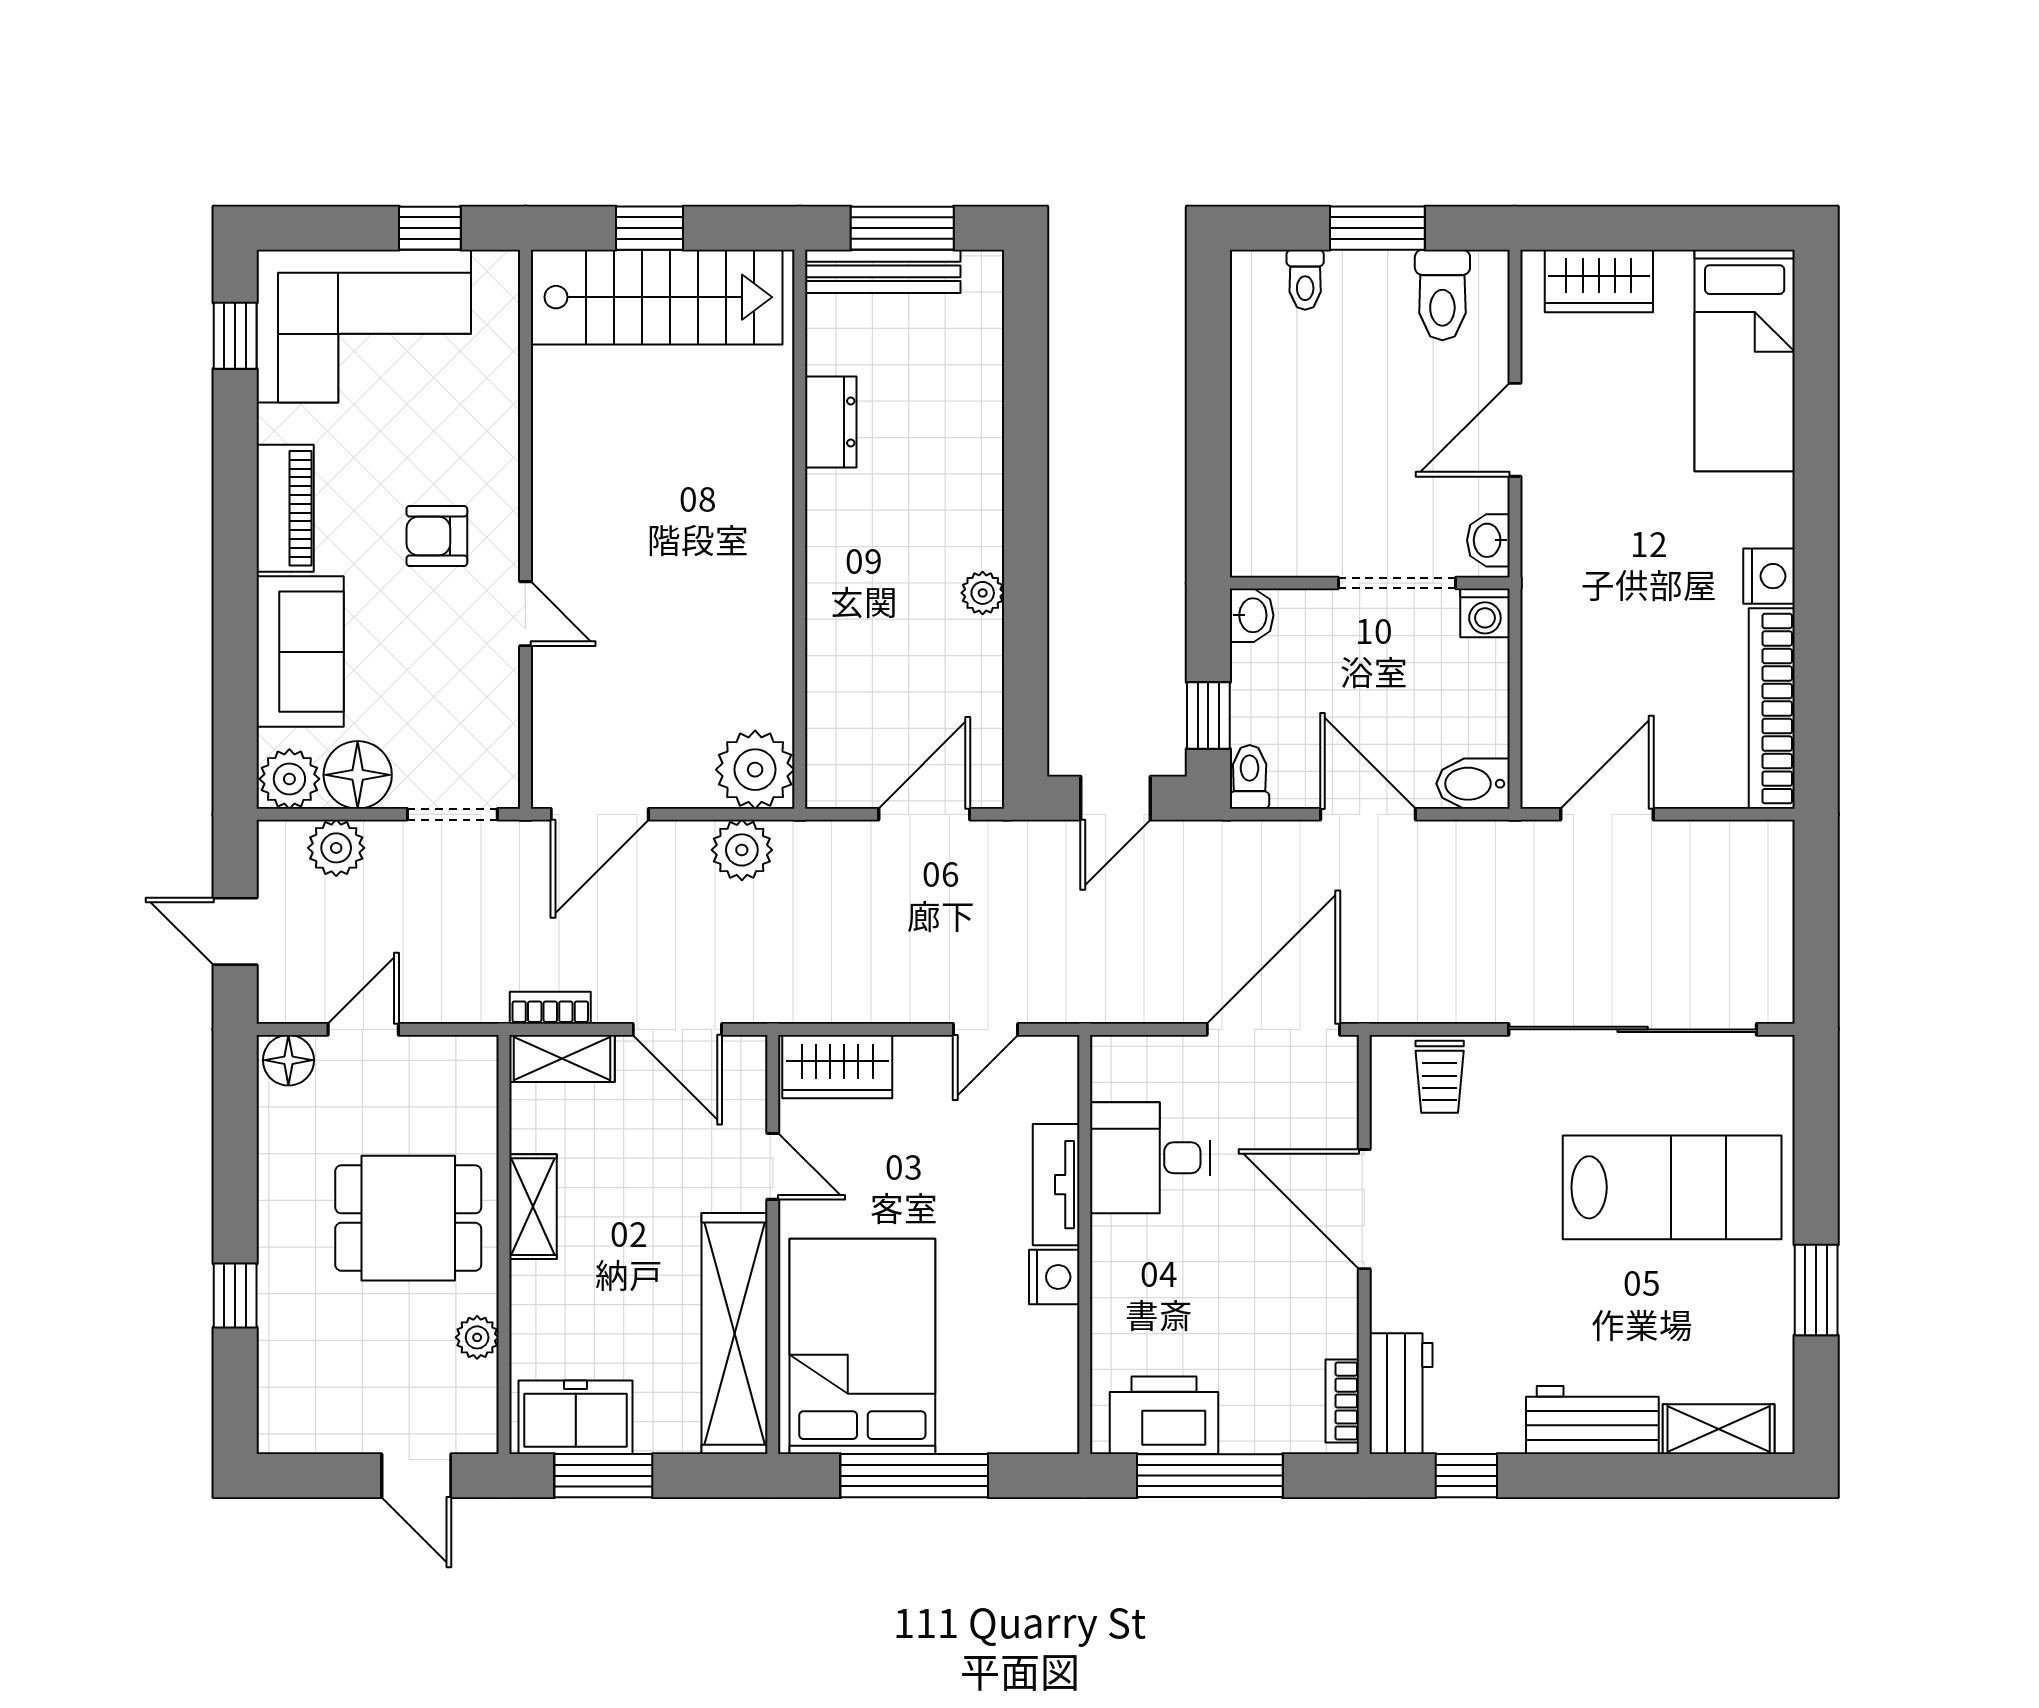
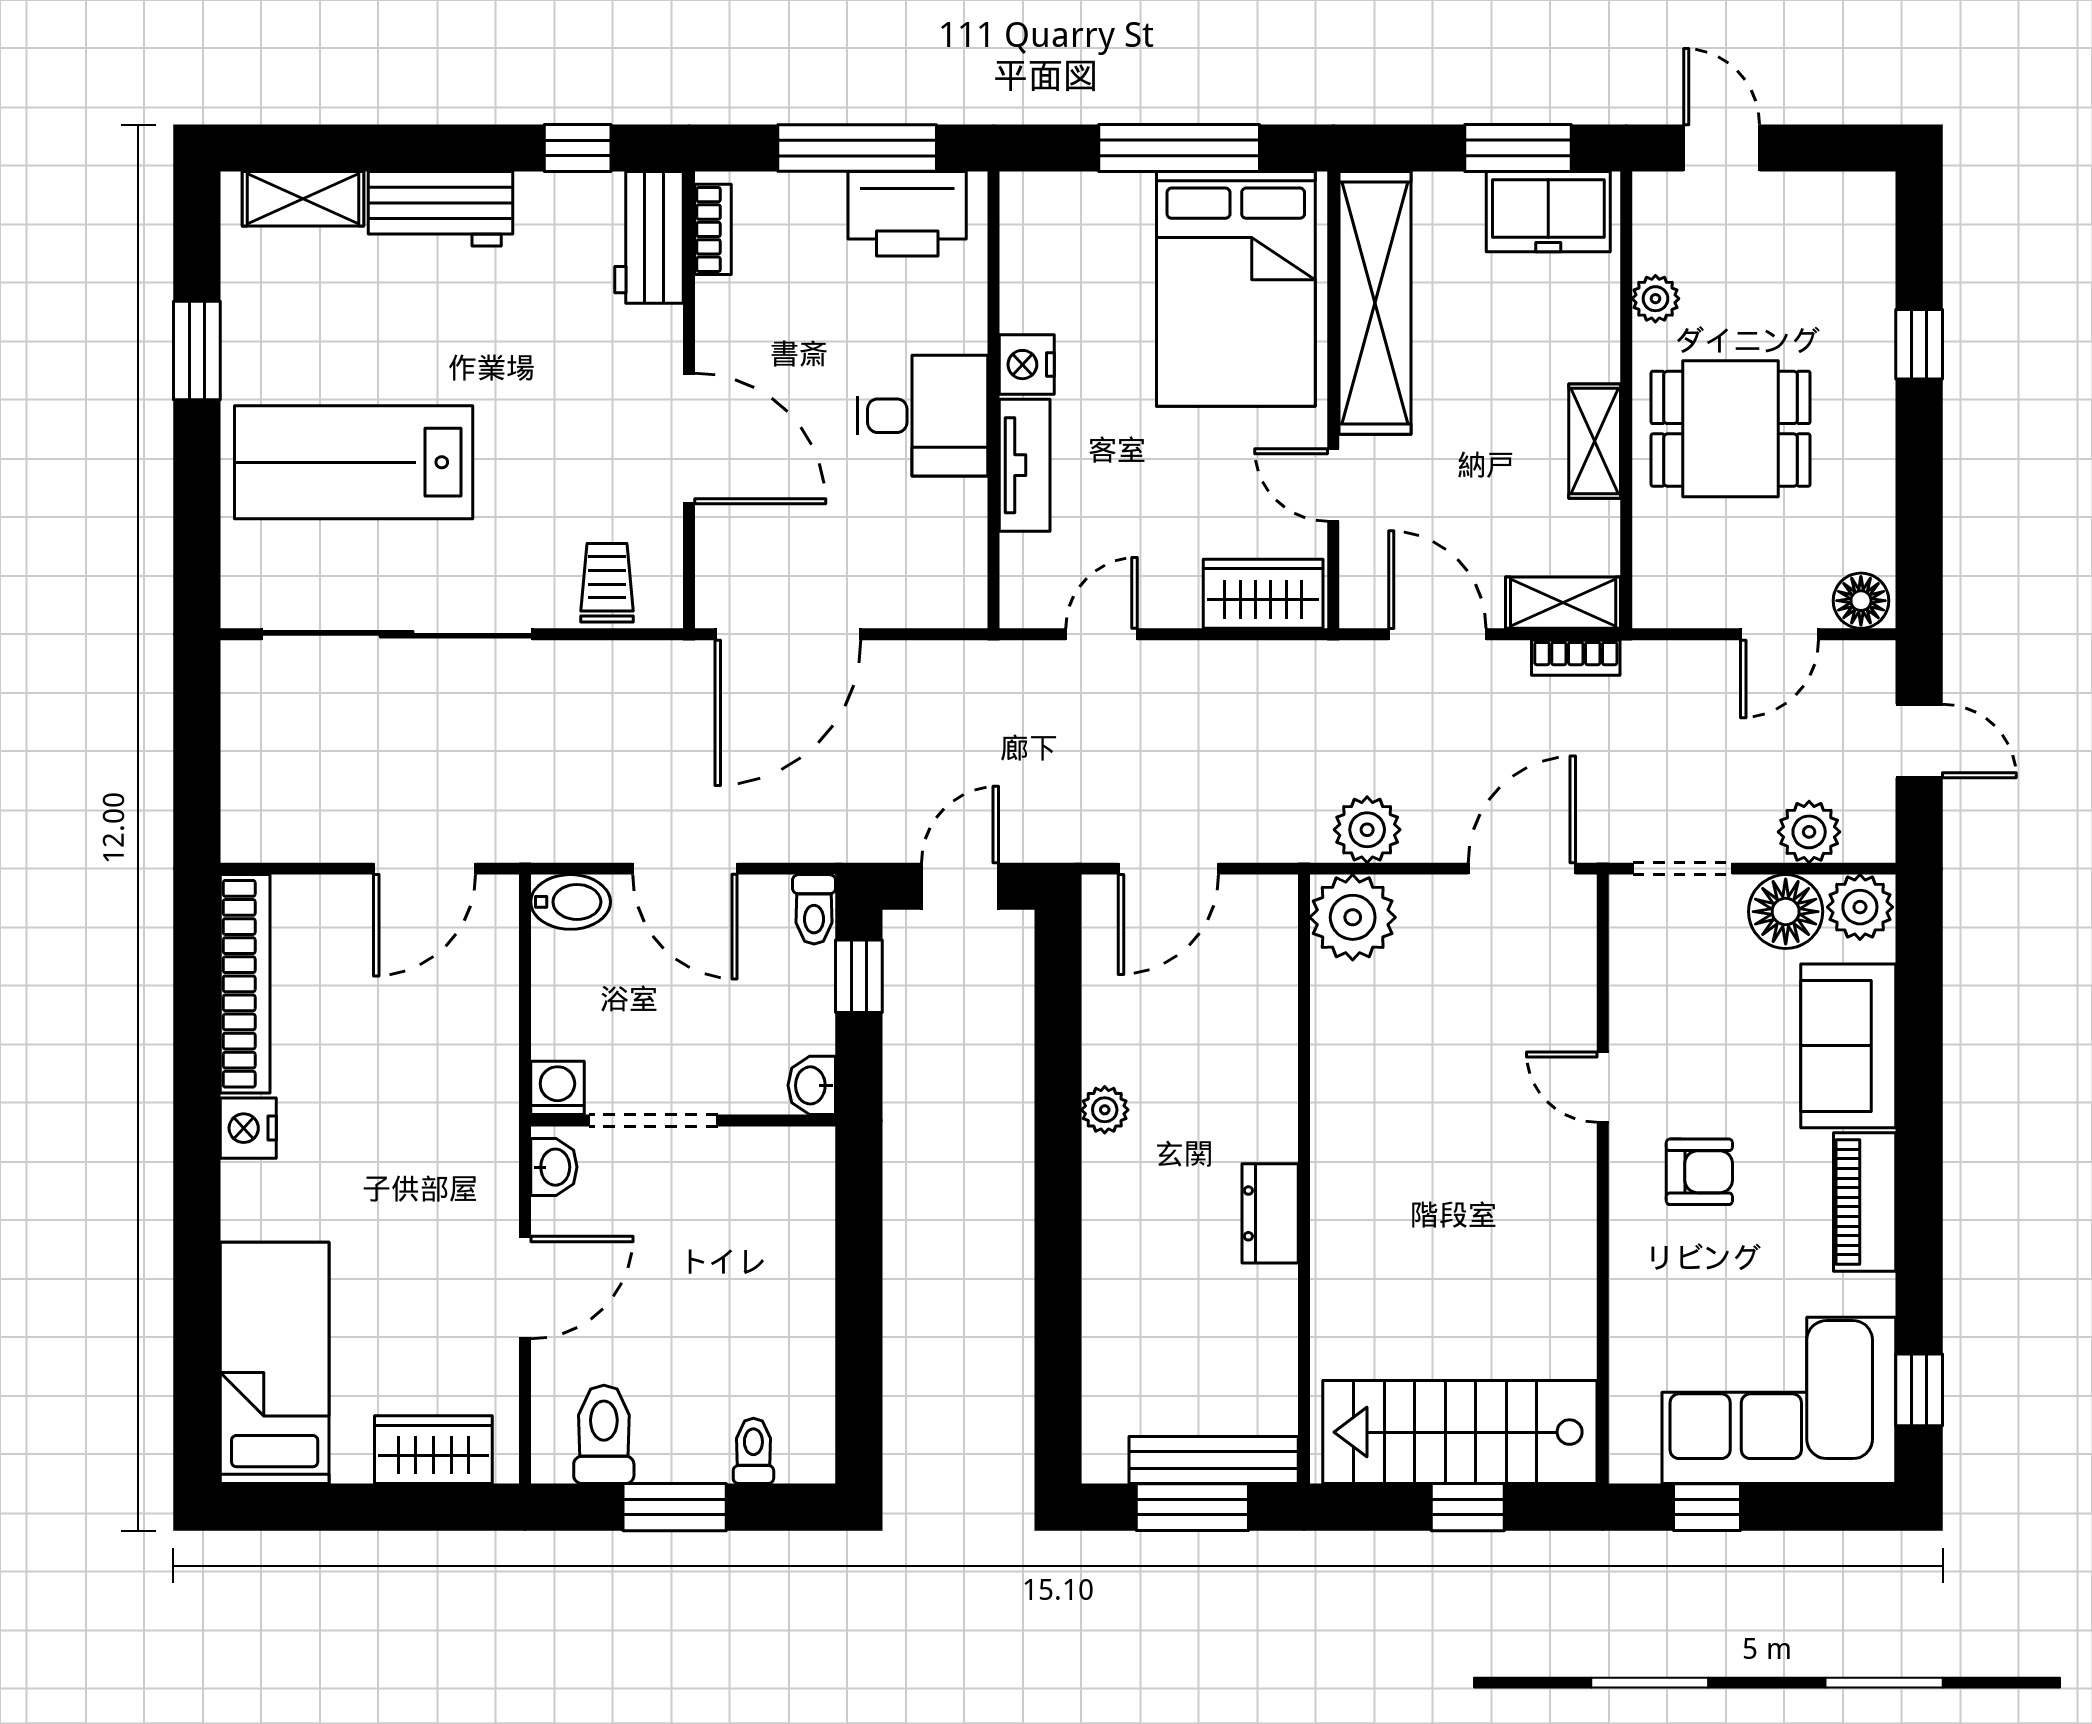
dresser: (831, 422) -> (1270, 1213), moved
desk: (1150, 1158) -> (922, 416), moved

